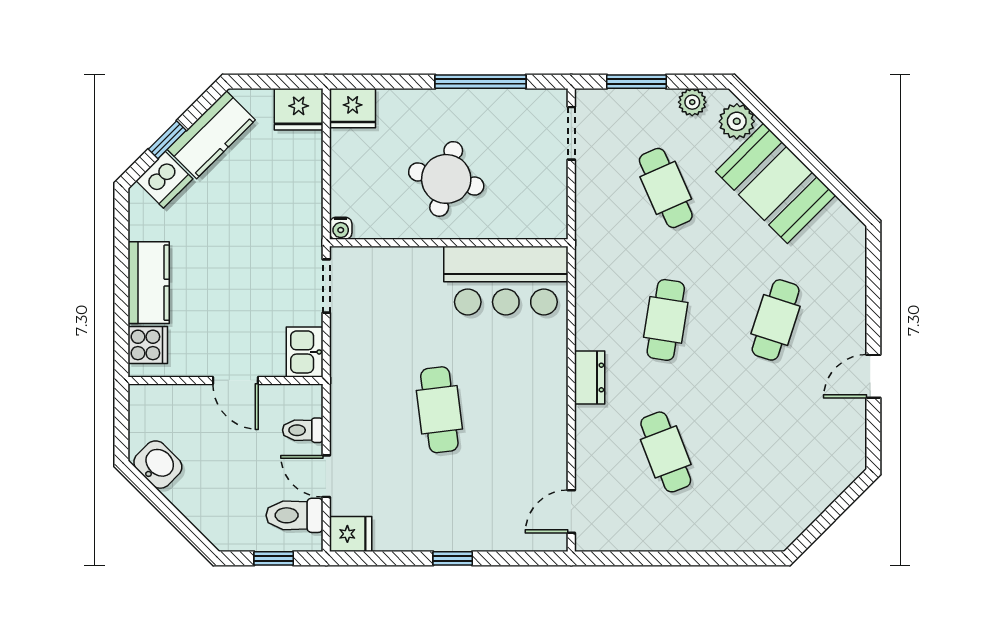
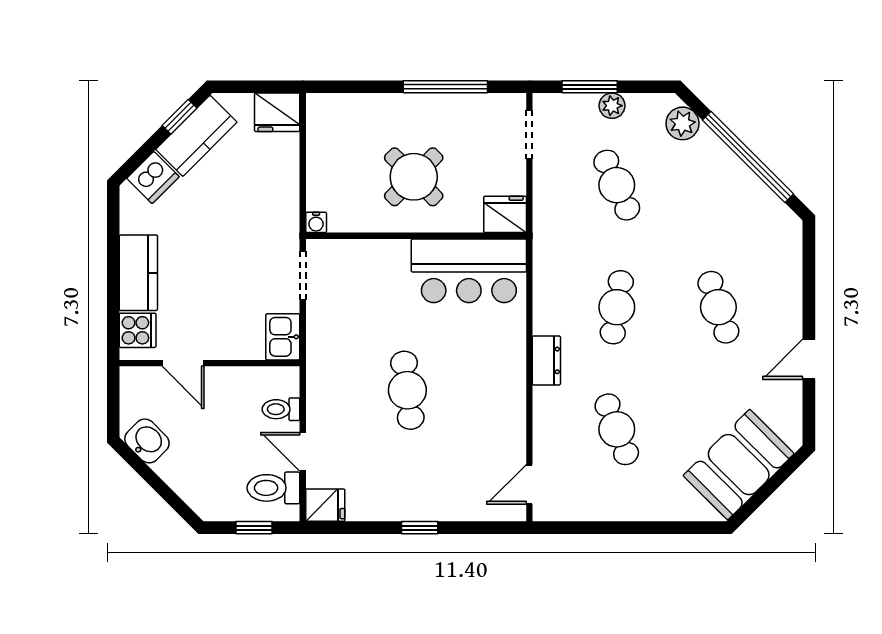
plant: (692, 102) -> (612, 106), moved
fridge: (353, 108) -> (505, 214), moved, turned 180
window: (167, 140) -> (179, 117), moved
window: (808, 158) -> (748, 157), added
round table: (446, 179) -> (414, 177), turned 31
booth: (776, 183) -> (739, 465), moved, turned 90
cafe table: (776, 320) -> (718, 307), turned -36
door: (235, 380) -> (183, 363), moved

